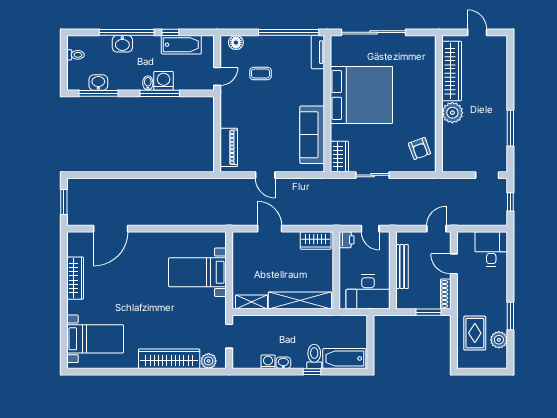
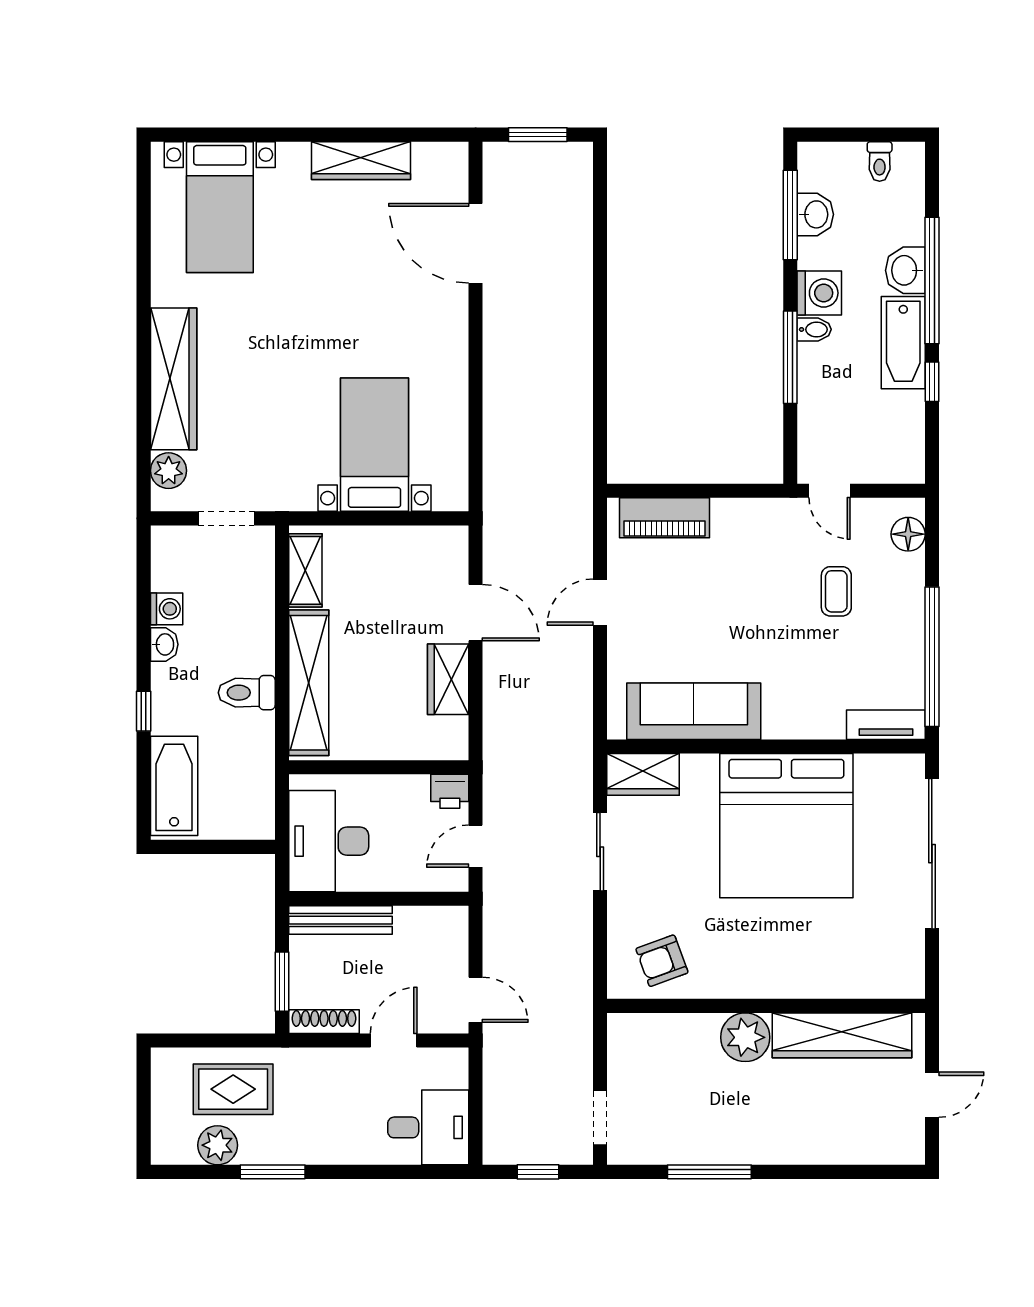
bathtub: (181, 45) -> (903, 343), moved
washing machine: (164, 81) -> (819, 293), moved
door: (270, 229) -> (476, 613), hinge flipped
wardrobe: (316, 241) -> (448, 679), moved
bench: (402, 267) -> (340, 920), moved
toilet: (314, 356) -> (247, 693), moved, turned 180

